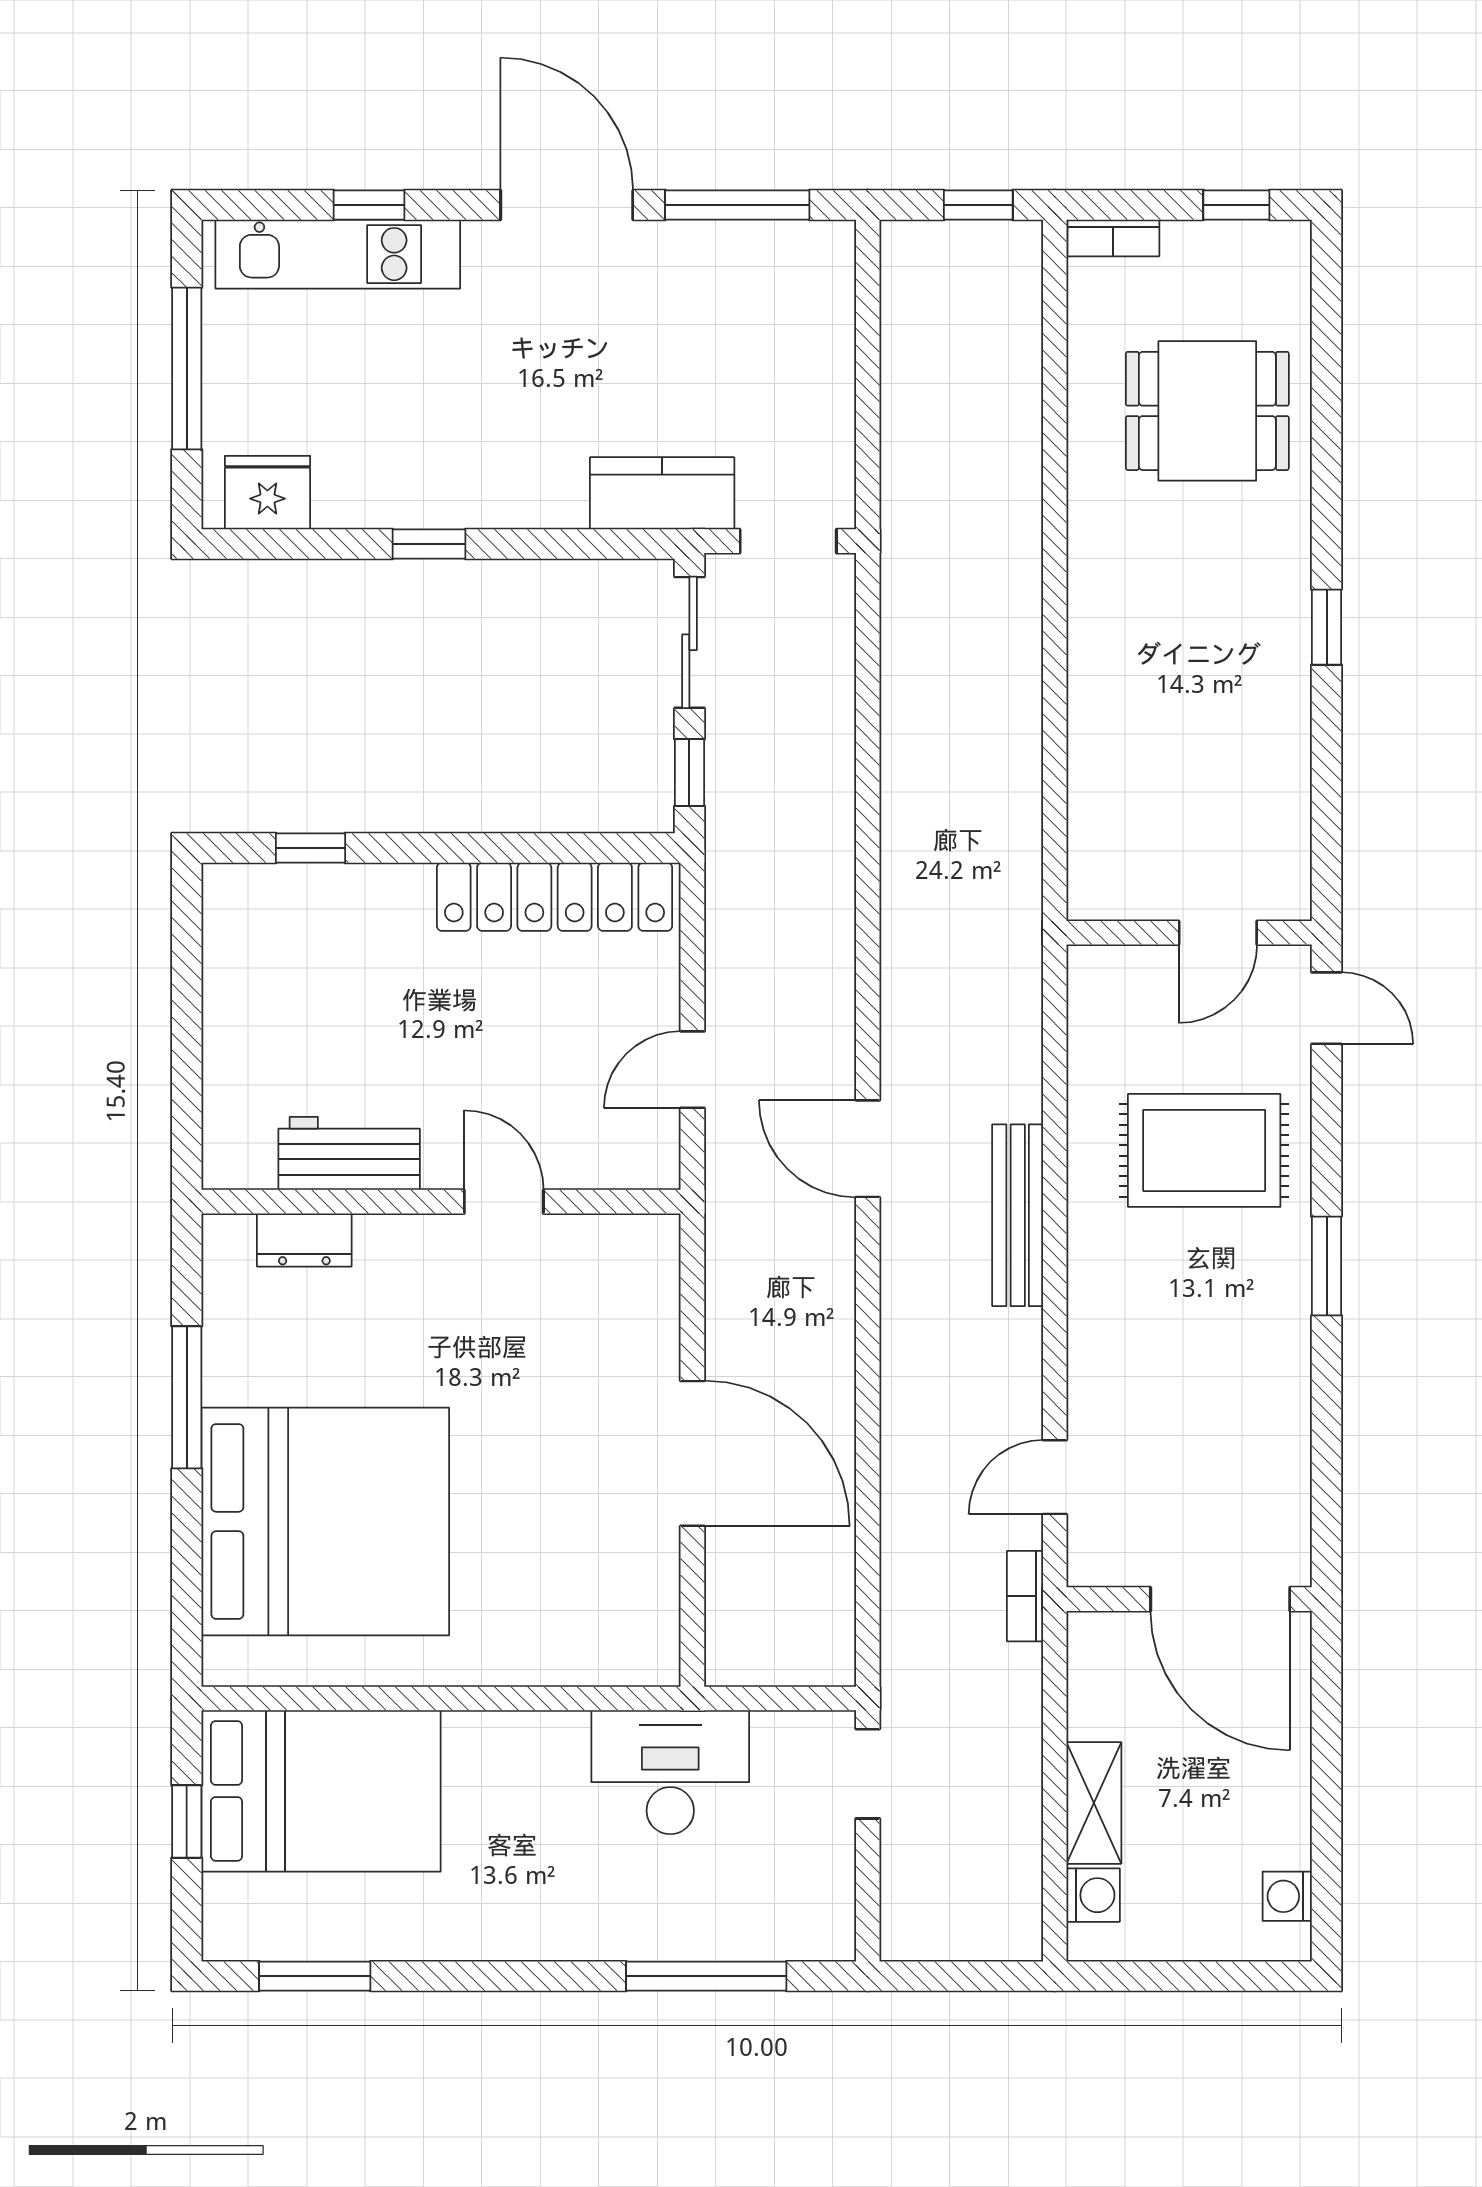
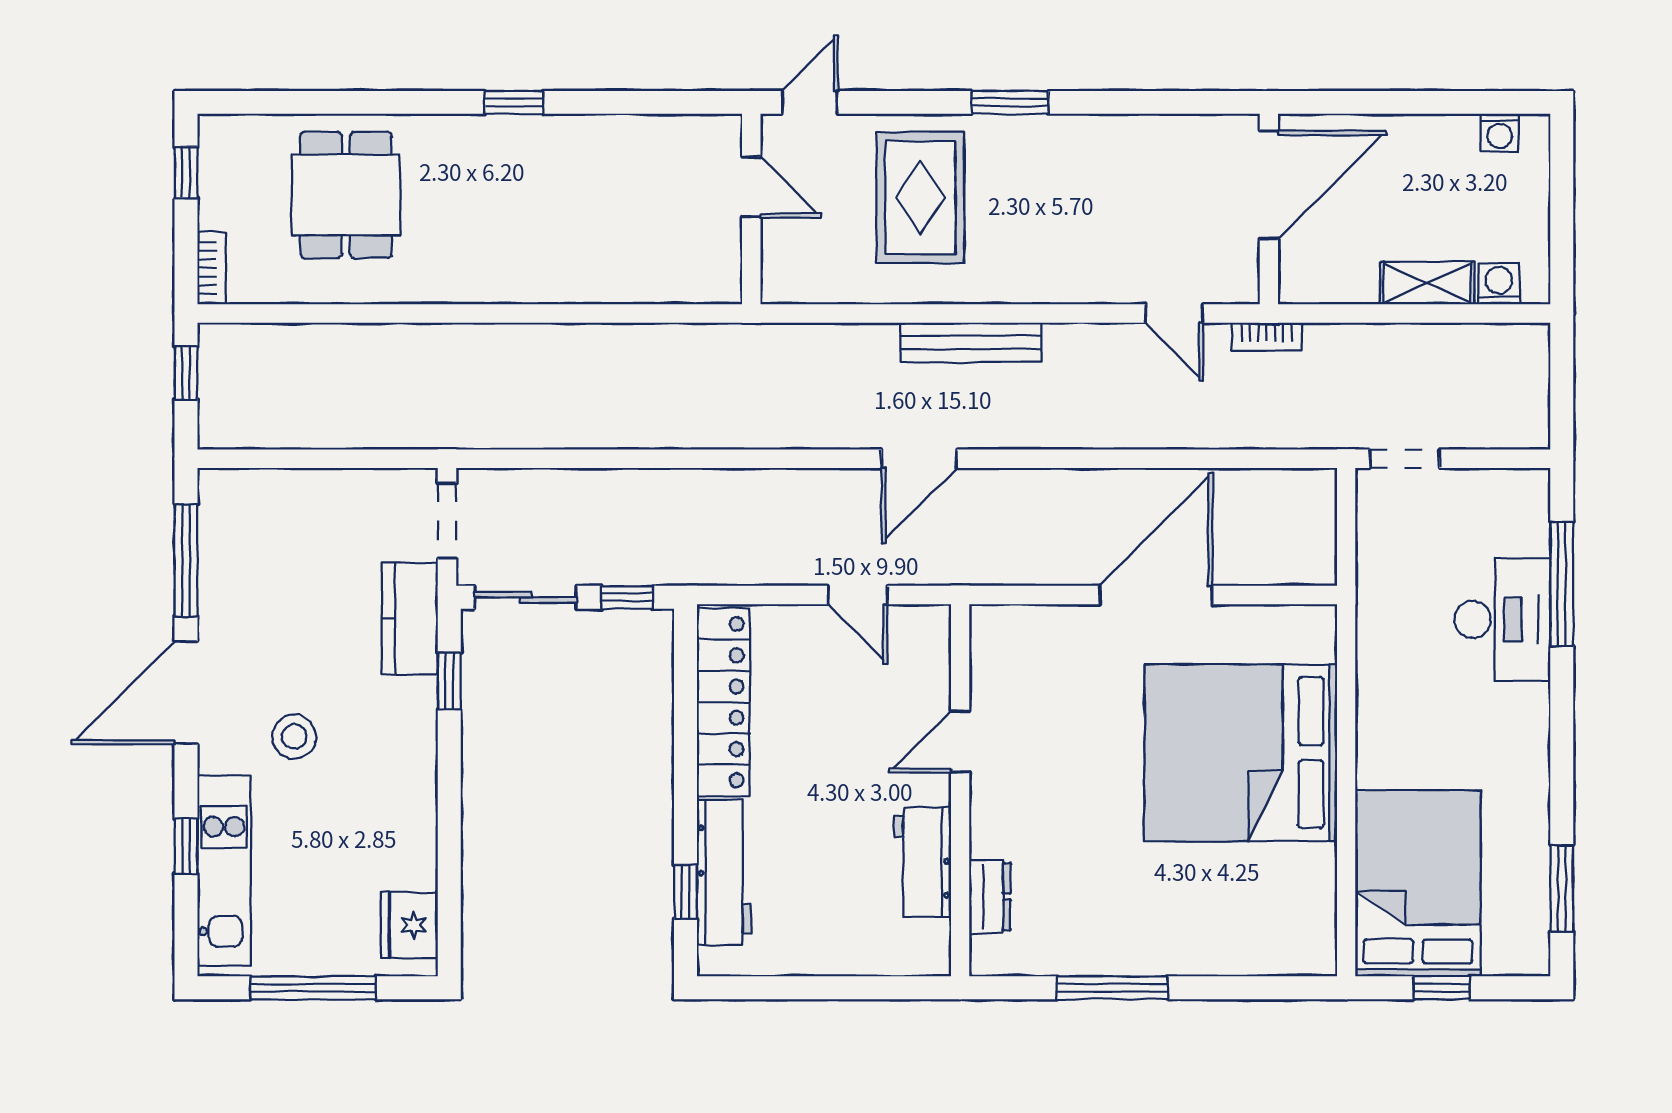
stool: (510, 344) -> (294, 737), added
window: (429, 544) -> (449, 681), moved
workbench: (335, 898) -> (724, 872), added
bed: (325, 1521) -> (1241, 753), moved, turned -90
desk: (670, 1772) -> (1502, 619), moved, turned 180

